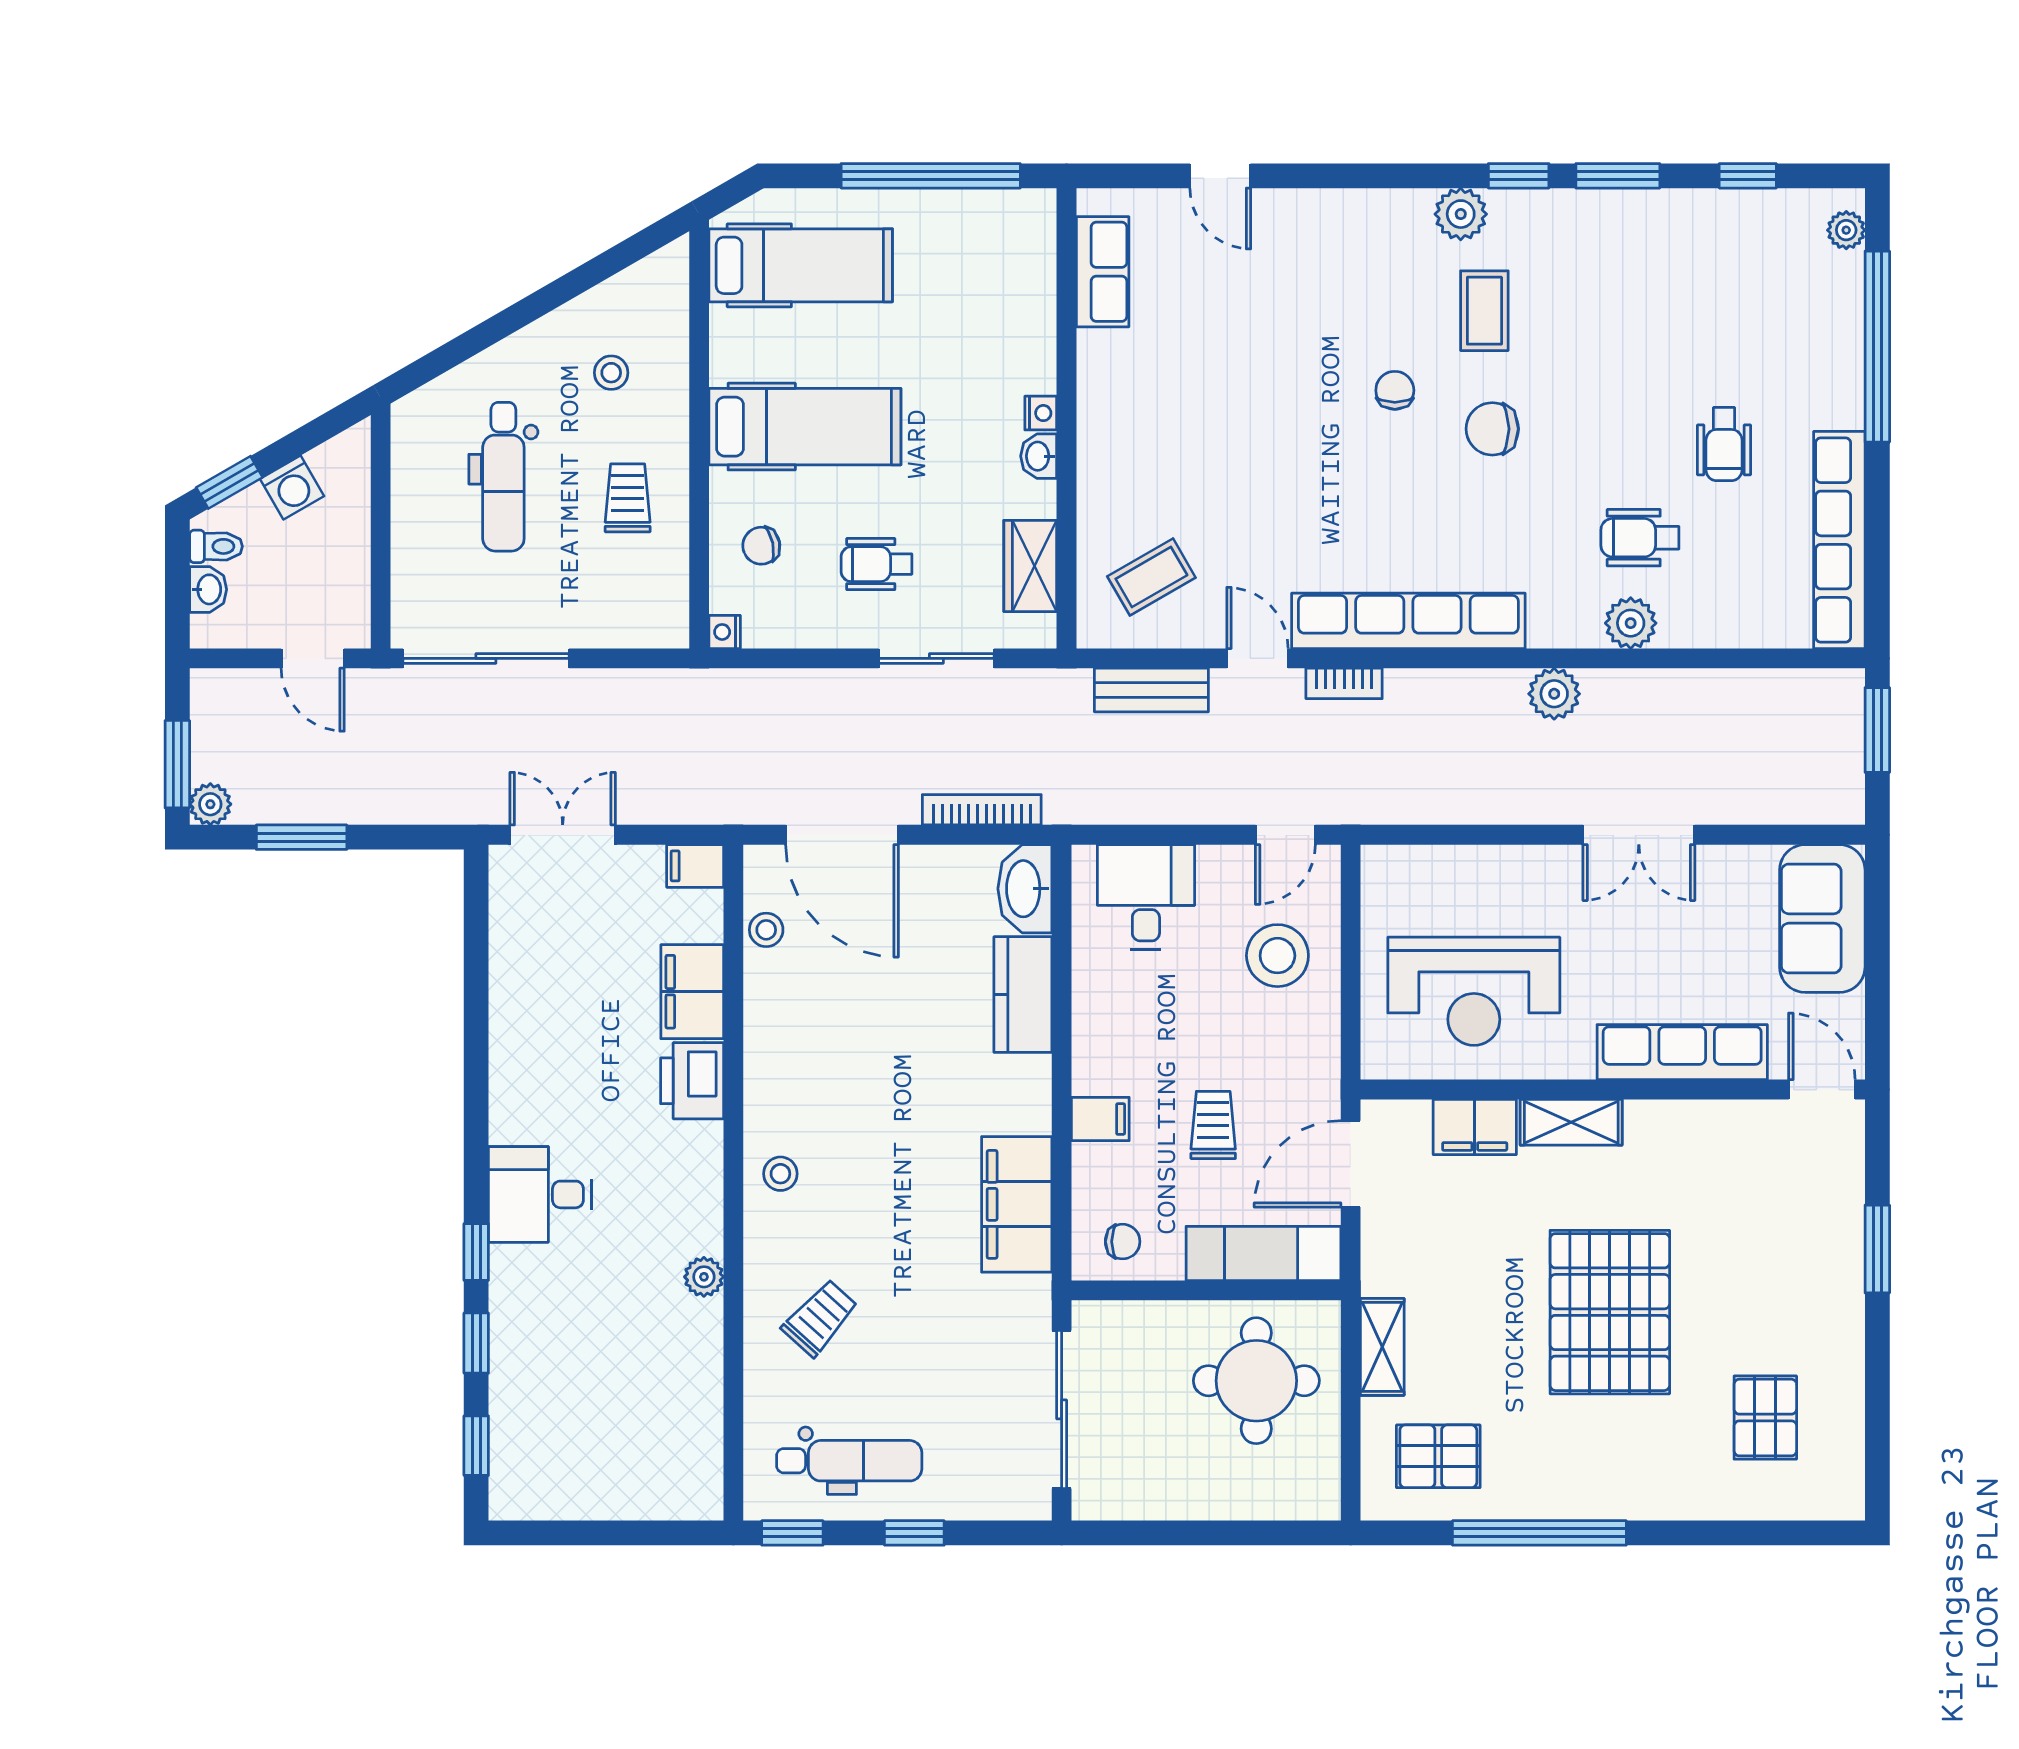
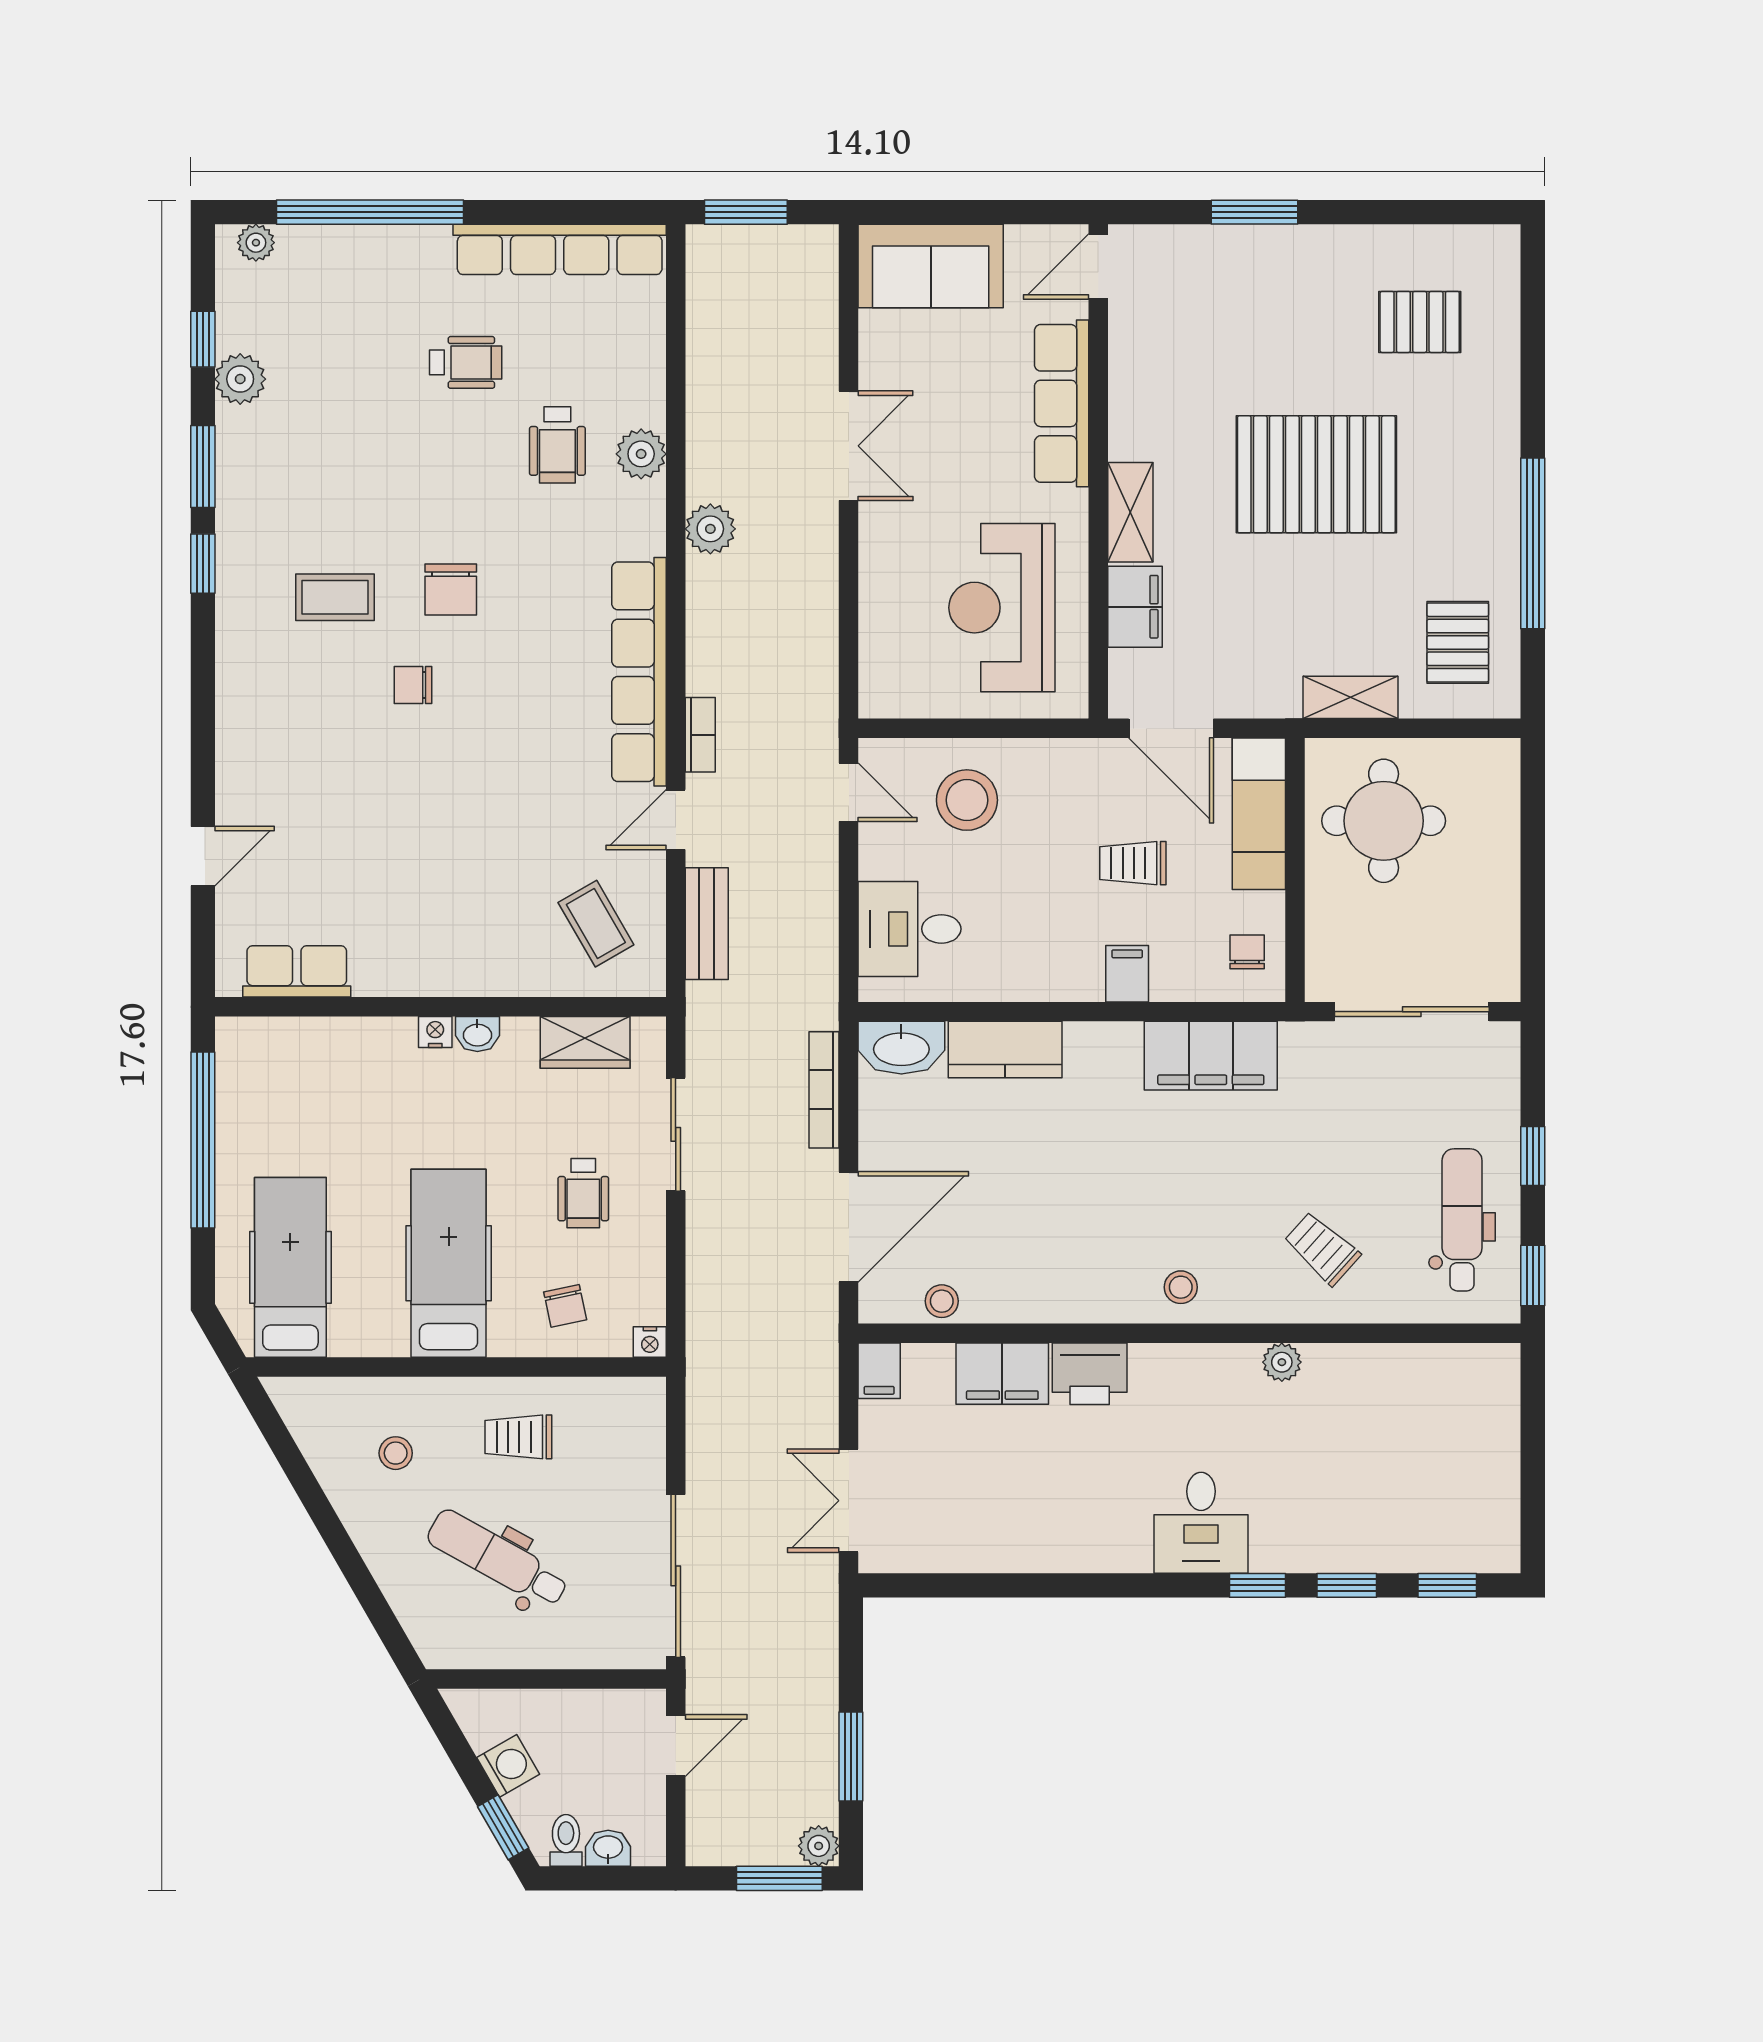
plant: (1461, 214) -> (240, 379), moved
dental chair: (503, 477) -> (498, 1559), turned -151
reception desk: (1474, 991) -> (1002, 608), turned 180

